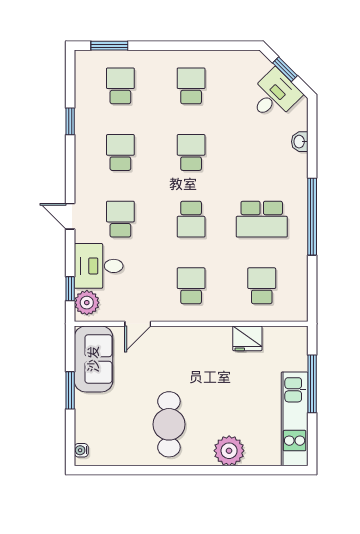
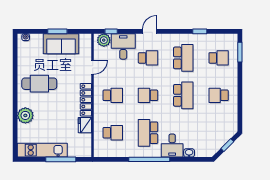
school desk: (191, 86) -> (219, 95), turned 180
desk: (274, 96) -> (172, 146), moved, turned 45
school desk: (120, 152) -> (183, 58), width x1.85
school desk: (191, 152) -> (183, 95), width x1.85
door: (138, 324) -> (93, 67), swing flipped
locker: (199, 336) -> (86, 100), added
sofa: (93, 359) -> (61, 44), moved

